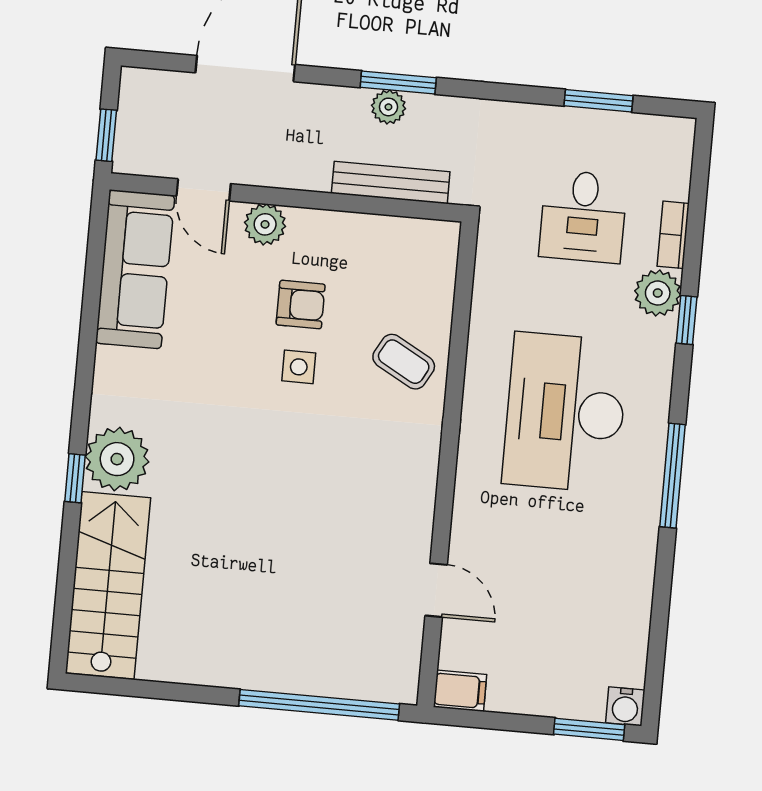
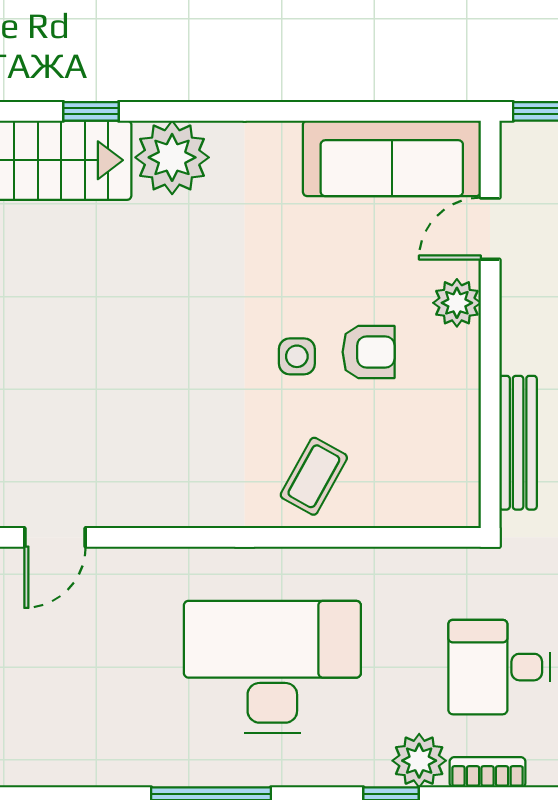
armchair: (301, 305) -> (369, 352), turned -90
window: (75, 478) -> (91, 111), moved

